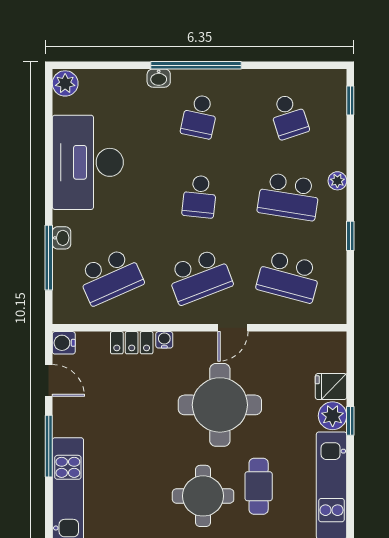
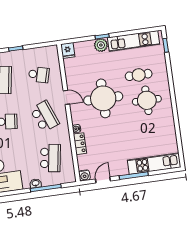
school desk: (110, 277) -> (50, 158), turned 33
school desk: (289, 277) -> (39, 75), width x0.54
fridge: (331, 387) -> (68, 50), moved

